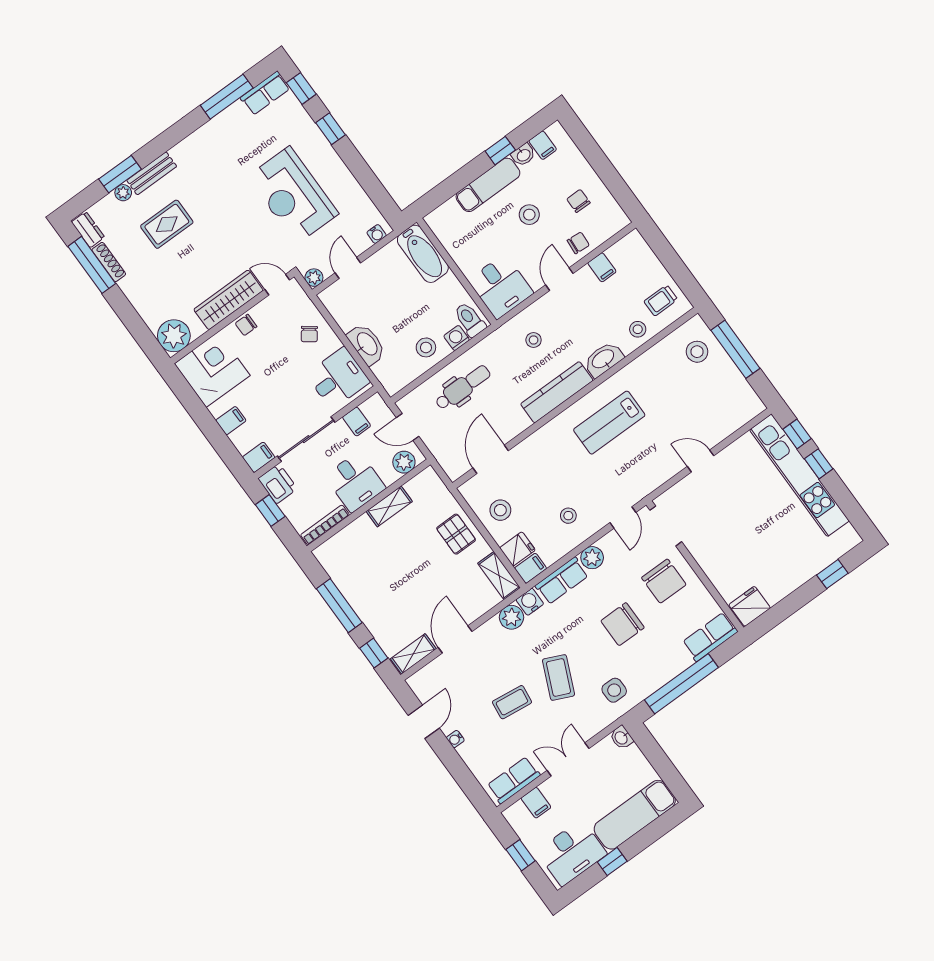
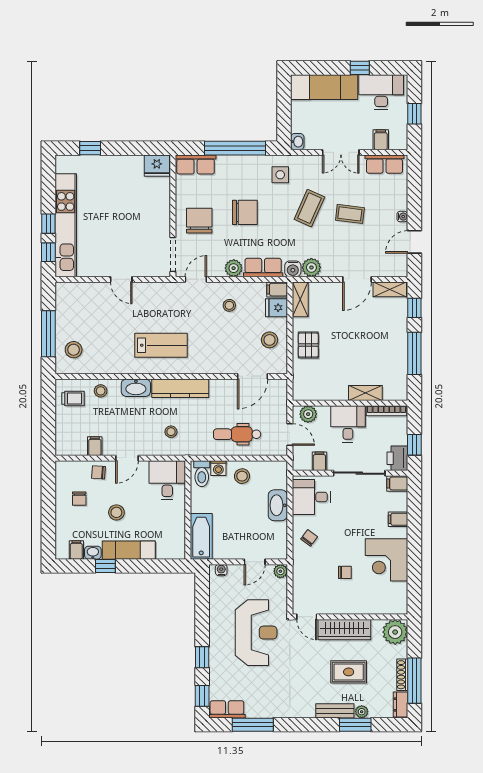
door: (277, 285) -> (307, 617), moved
wardrobe: (228, 300) -> (344, 630), moved
wall: (232, 317) -> (350, 617), moved
plant: (174, 336) -> (395, 632), moved
shelving: (389, 506) -> (365, 393), moved

